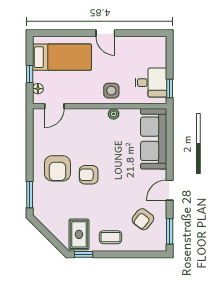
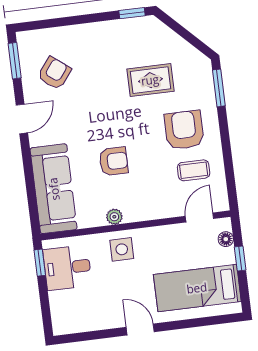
armchair: (89, 175) -> (114, 161), moved
rug: (79, 234) -> (150, 80), moved, turned 90
coffee table: (110, 237) -> (194, 170), moved

